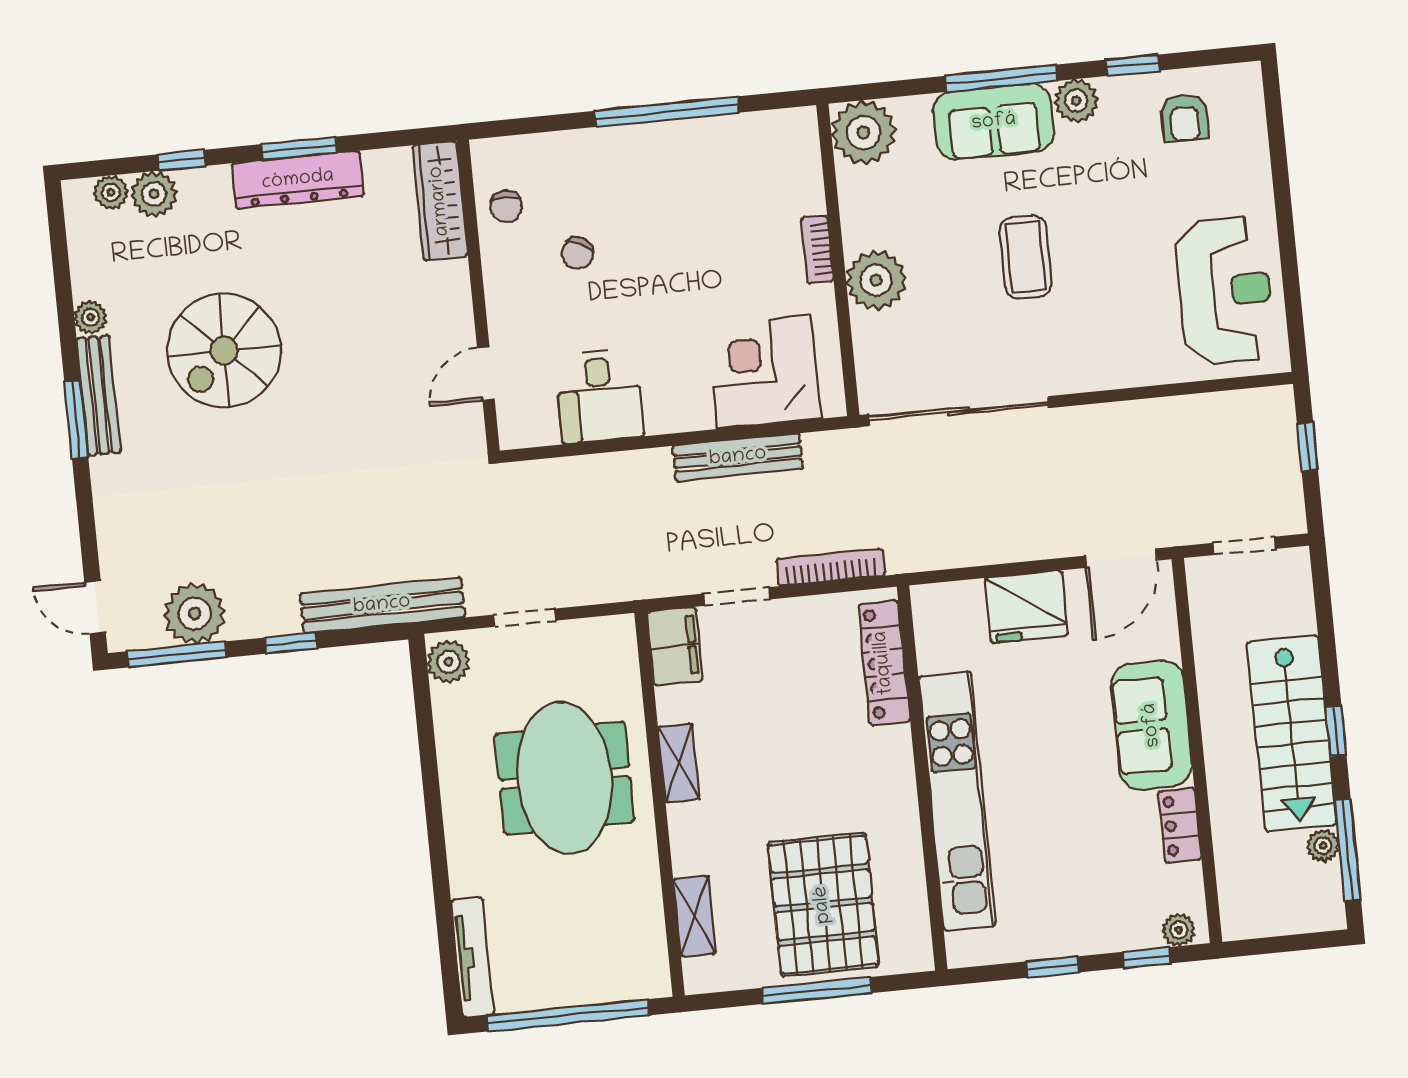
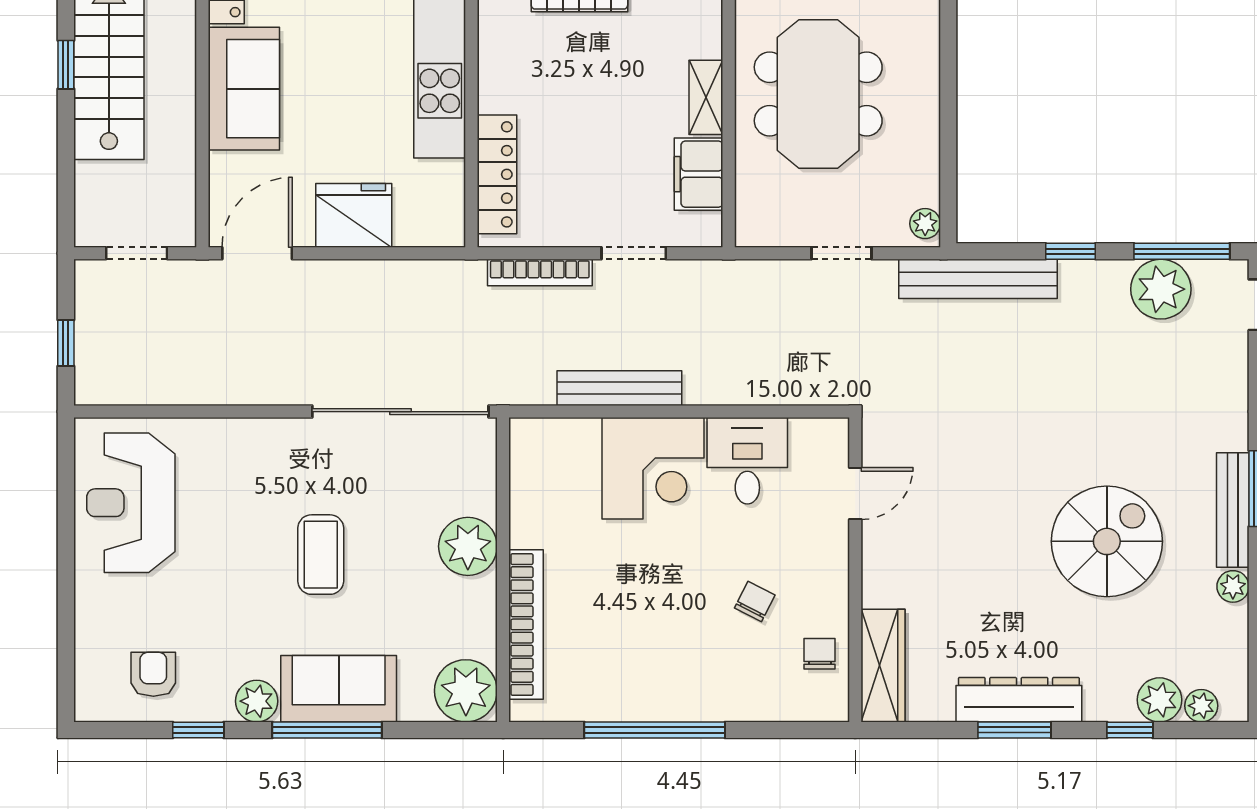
bookcase: (817, 249) -> (526, 624), width x2.31, depth x1.31
corner desk: (764, 372) -> (653, 468), moved
filing cabinet: (675, 646) -> (699, 174), moved
plant: (448, 662) -> (925, 224), width x0.73, depth x0.73

